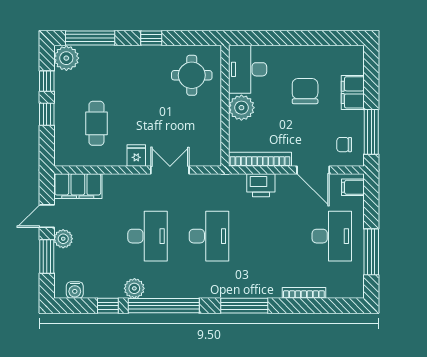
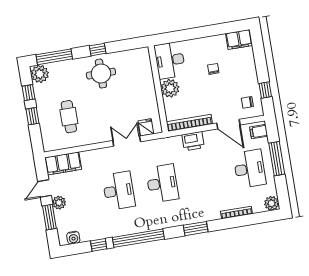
round table: (192, 75) -> (101, 74), moved
chair: (305, 91) -> (213, 69), width x0.54, depth x0.54
filing cabinet: (353, 92) -> (239, 39), moved, turned -90
window: (371, 132) -> (265, 90), width x0.46
fridge: (136, 156) -> (146, 127), moved
window: (371, 252) -> (277, 159), moved
plant: (134, 288) -> (272, 203), moved
window: (244, 306) -> (196, 229), width x0.69

